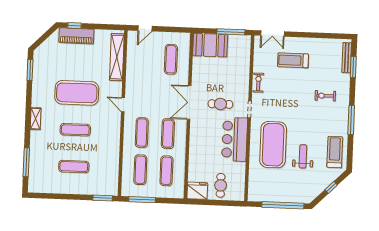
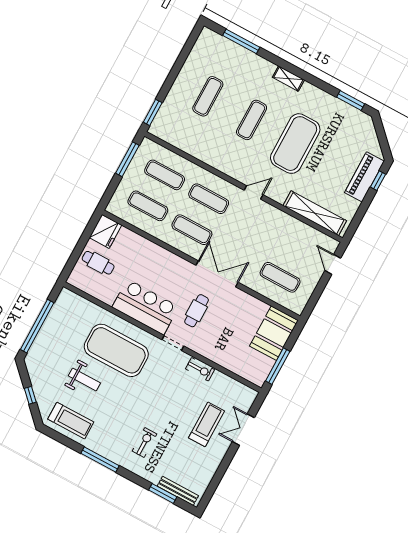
double door: (273, 34) -> (243, 430), moved

